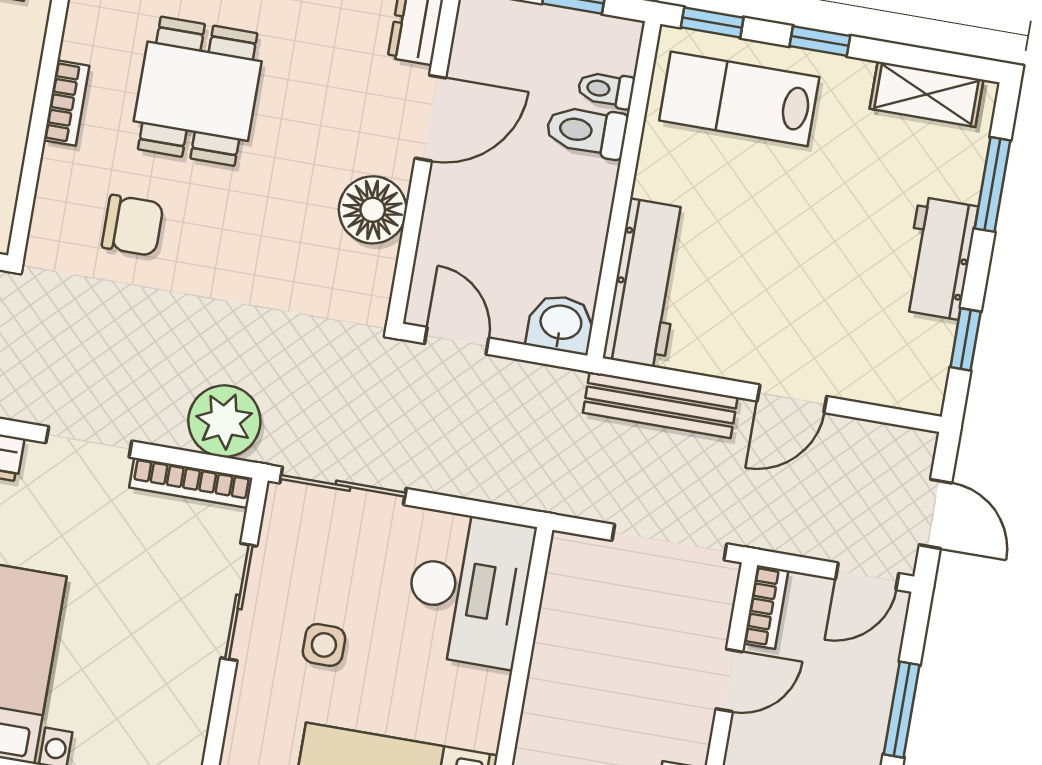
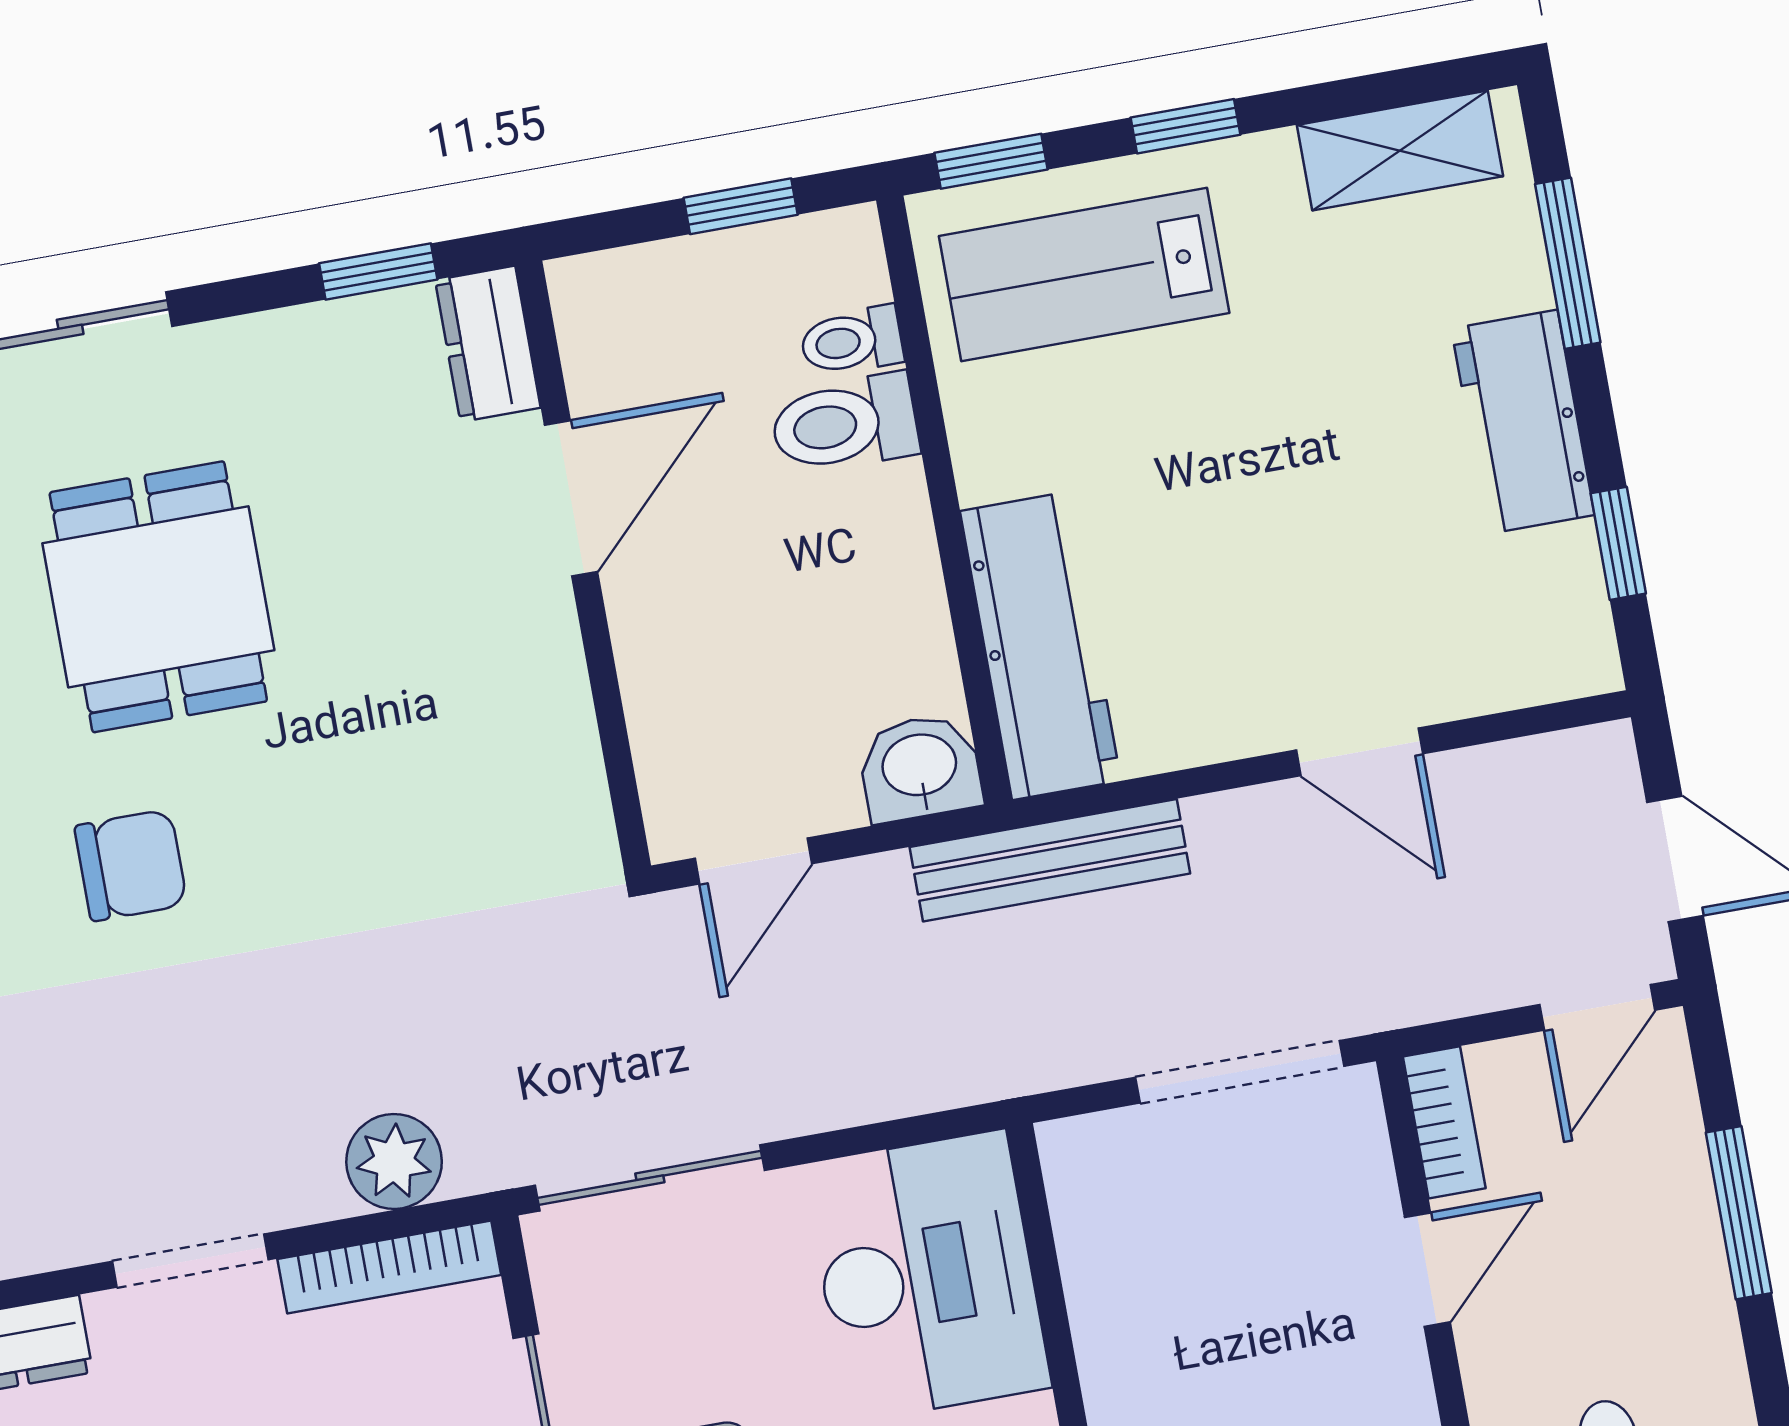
floor lamp: (373, 210) -> (530, 690), removed
door: (457, 341) -> (753, 861), swing flipped
door: (792, 399) -> (1360, 752), hinge flipped
bench: (660, 405) -> (1050, 860), moved
plant: (224, 421) -> (394, 1161), width x0.73, depth x0.73

